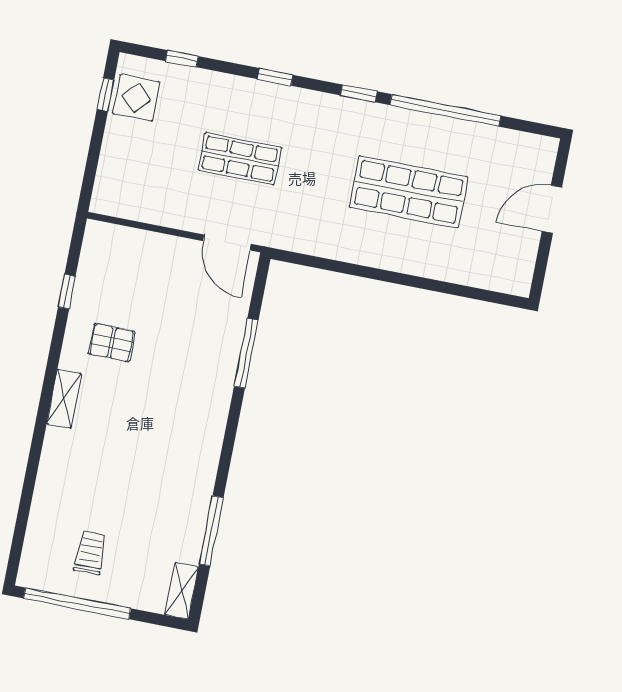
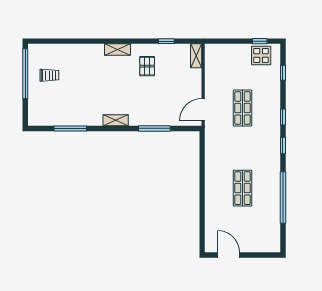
window: (359, 93) -> (283, 146), moved
shop shelf: (409, 192) -> (243, 188), width x0.70, depth x0.74
door: (552, 209) -> (229, 255), moved
shelving: (110, 235) -> (196, 56), added
shelving: (182, 591) -> (116, 120), moved

